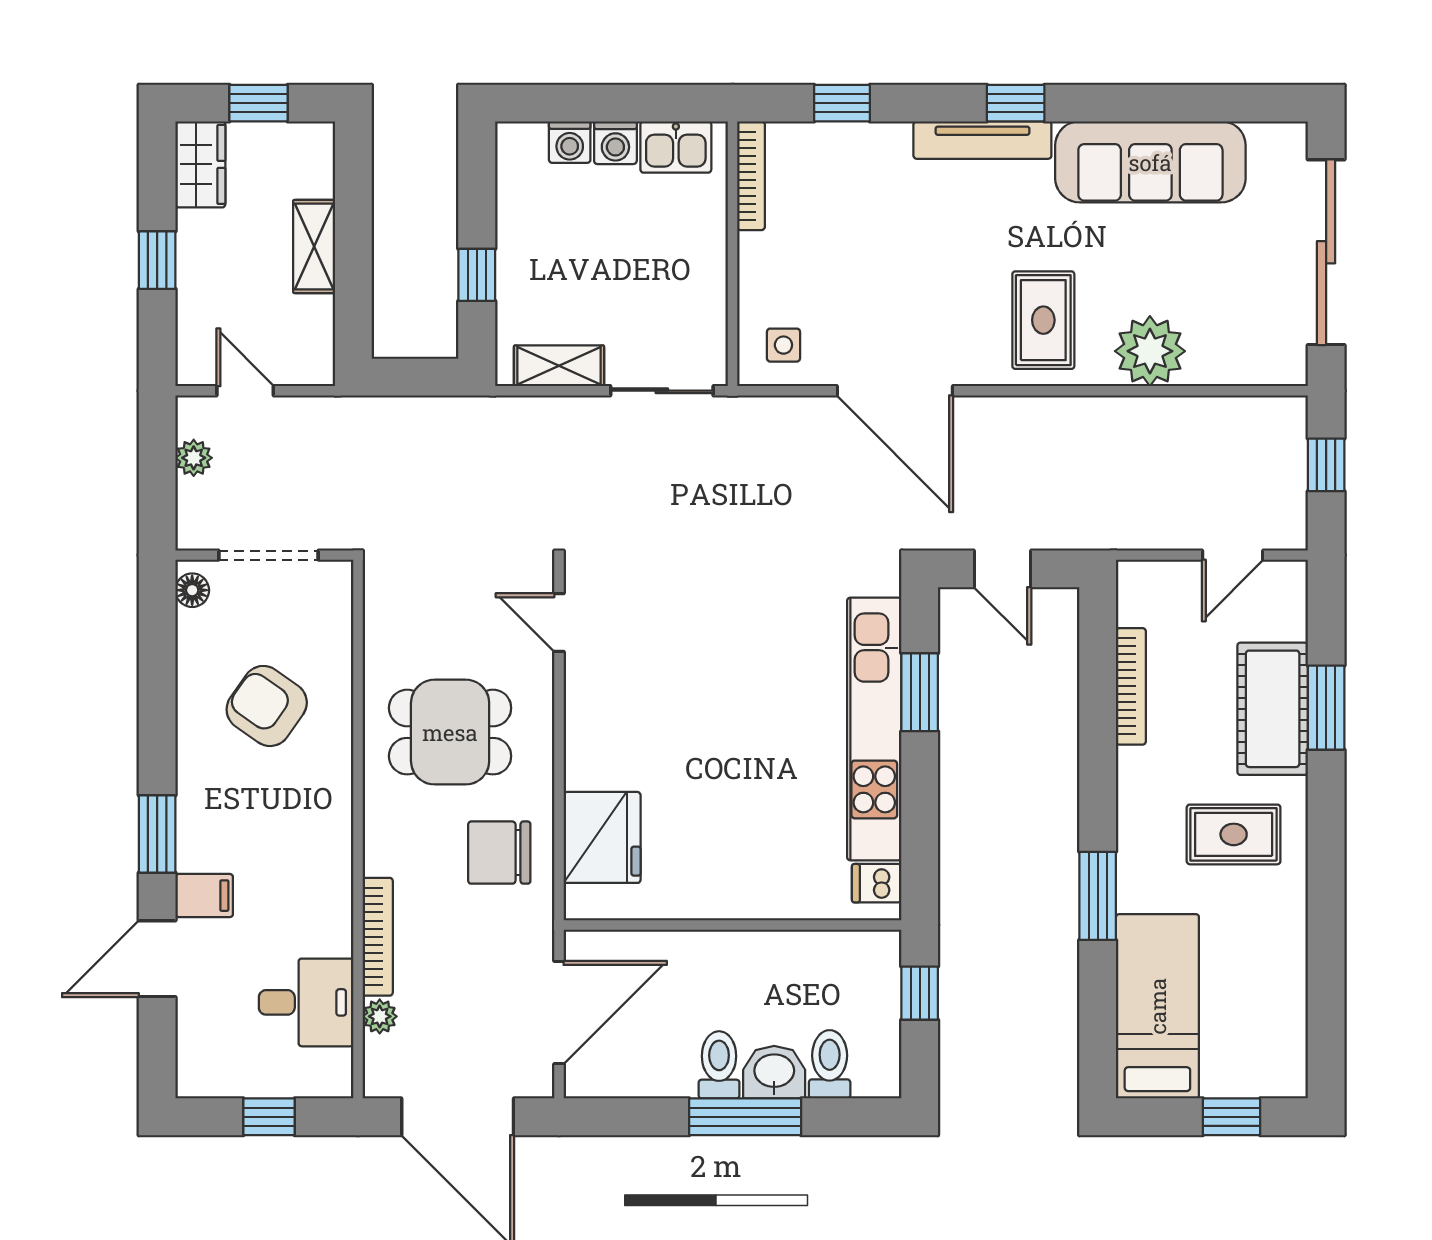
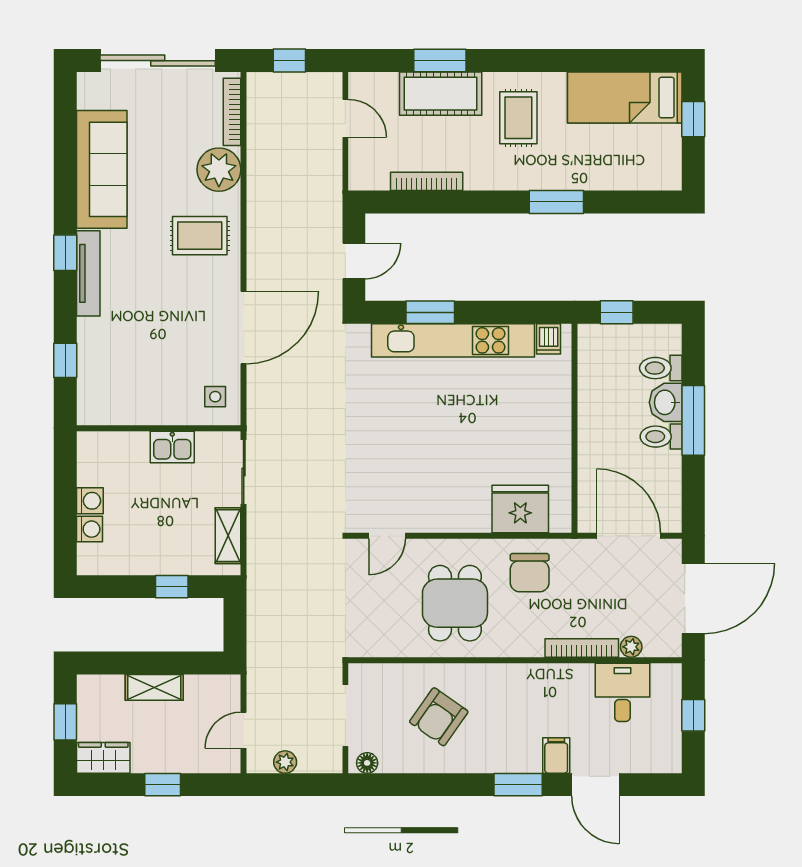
kitchen sink: (676, 147) -> (172, 447), moved, turned 90
bookcase: (751, 176) -> (232, 112), moved, turned -90
bed: (1157, 1006) -> (625, 98), moved

